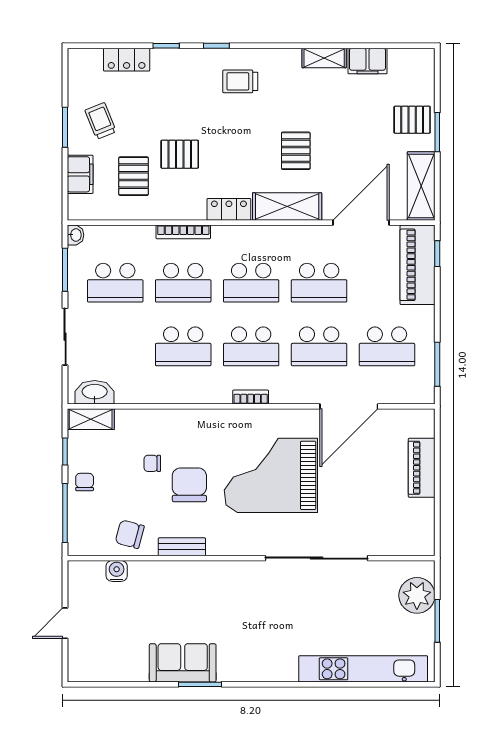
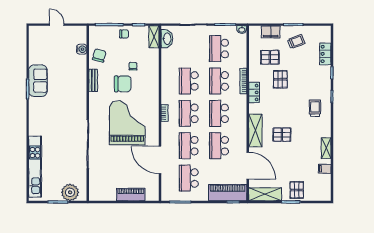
filing cabinet: (368, 61) -> (325, 169), width x0.50
locker: (229, 209) -> (254, 92), moved

